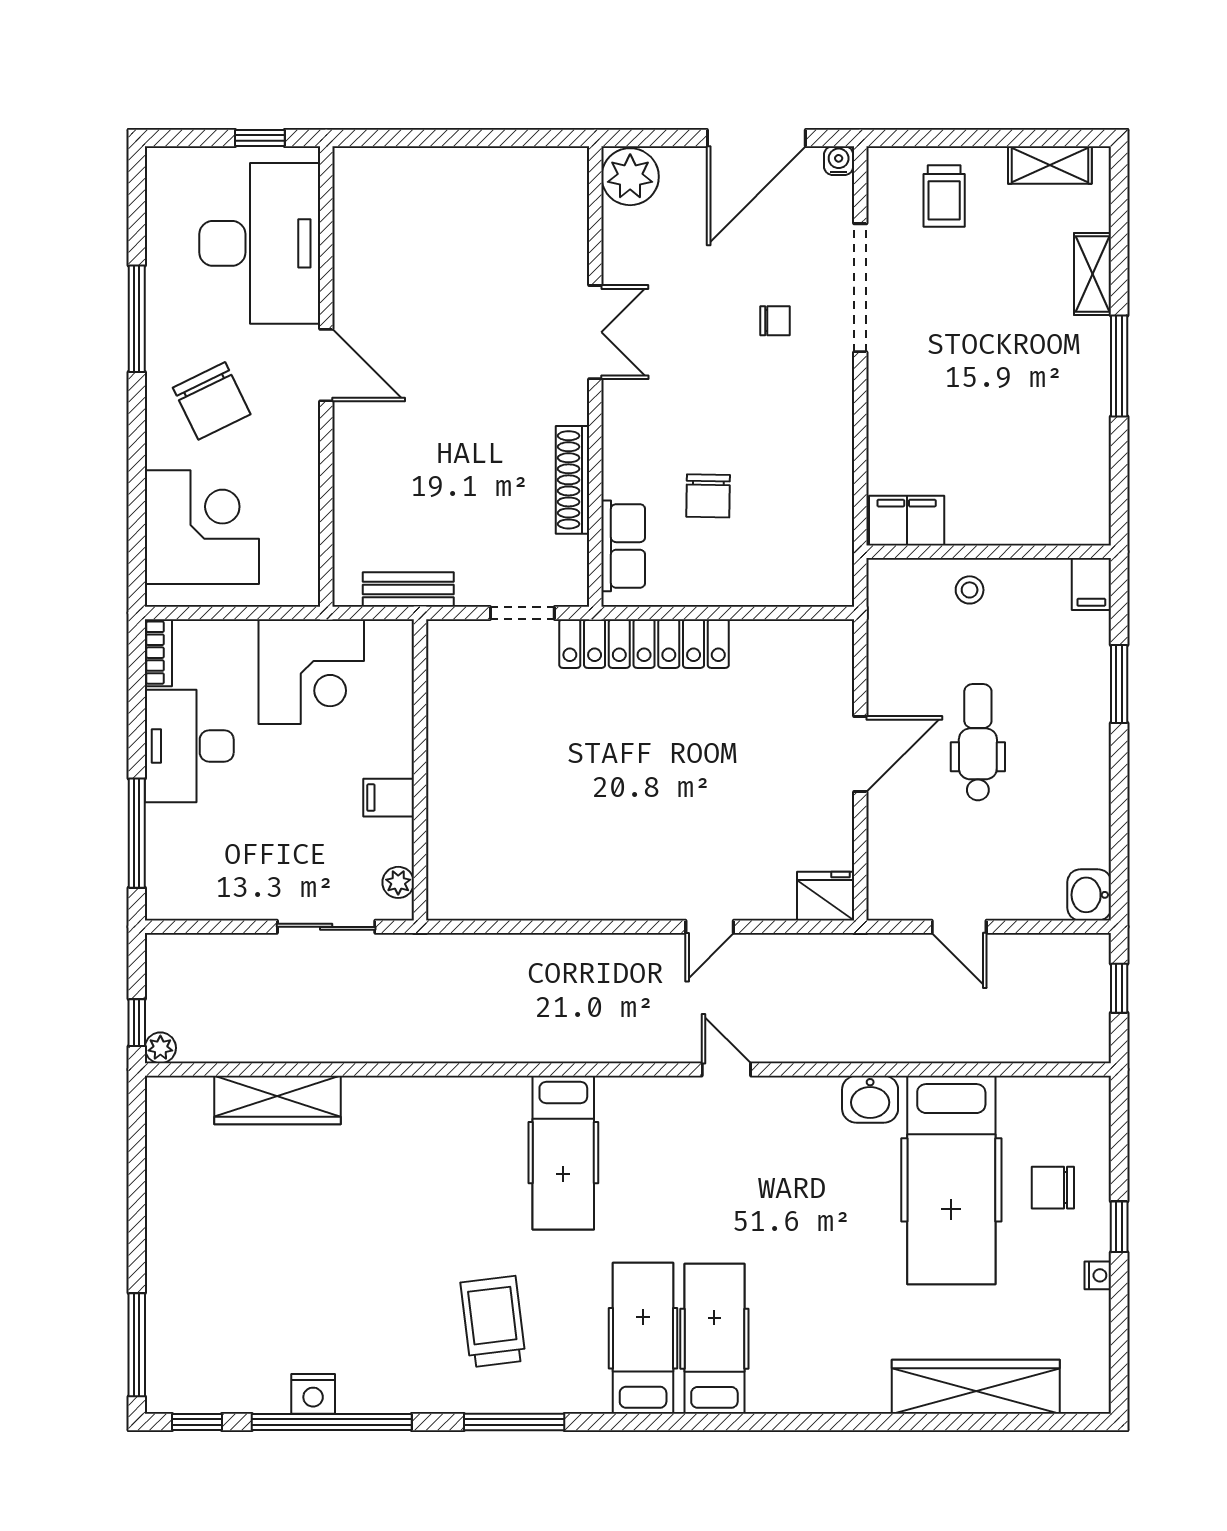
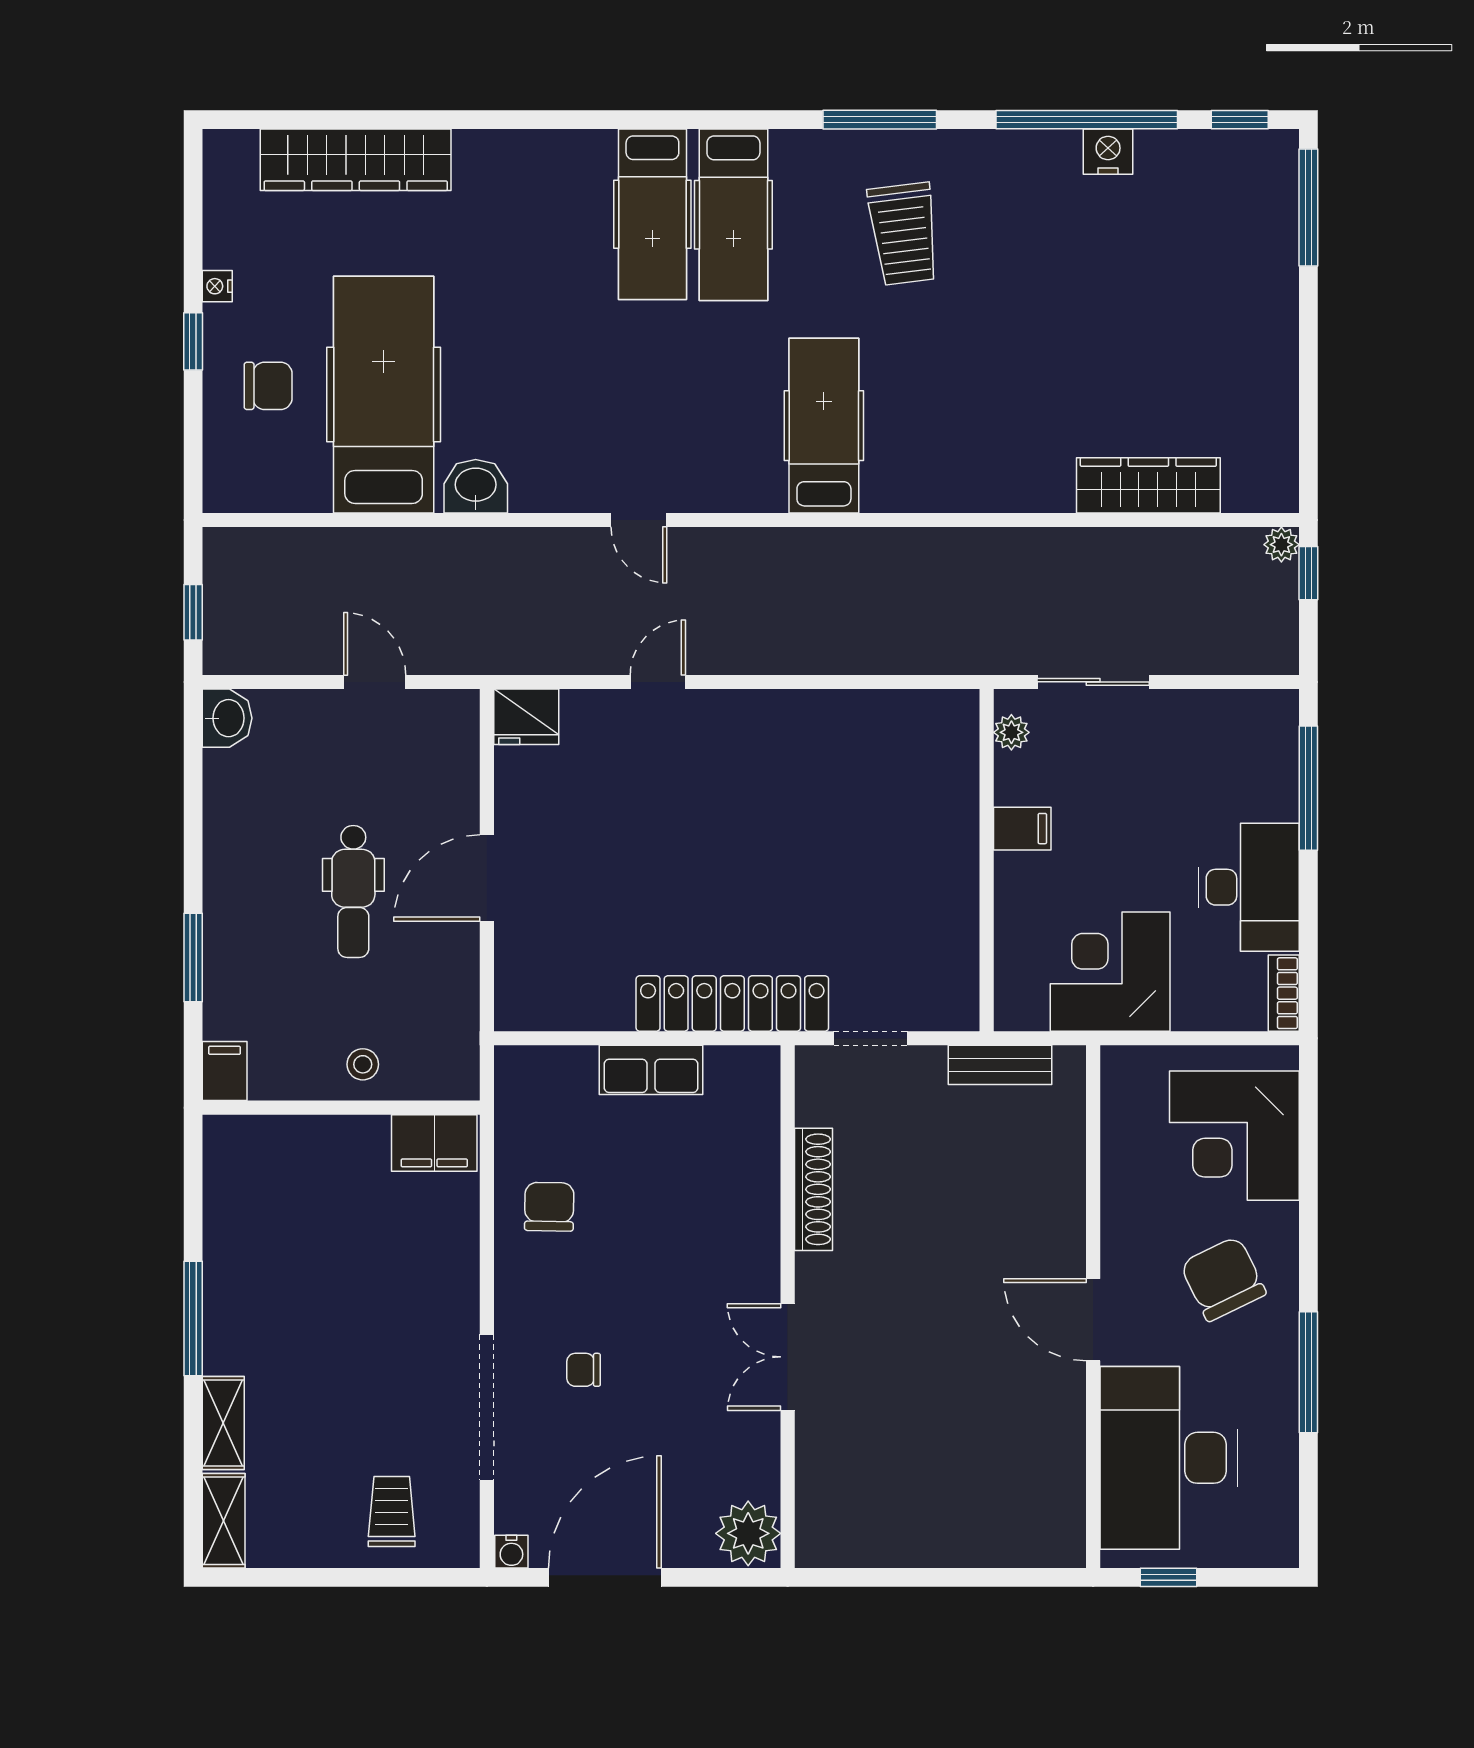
shelving: (1050, 165) -> (224, 1521), moved, turned 90
chair: (708, 496) -> (549, 1207), moved
row of seats: (623, 546) -> (651, 1070), moved, turned -90

